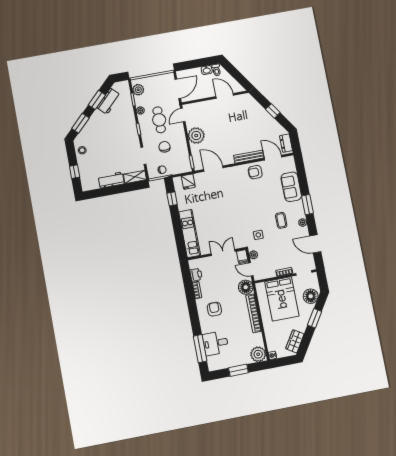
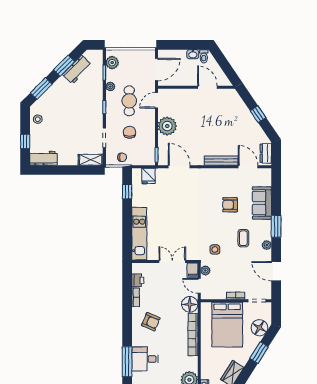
armchair: (255, 172) -> (230, 205), moved
workbench: (111, 180) -> (43, 158), moved
armchair: (214, 309) -> (151, 322), turned 113

